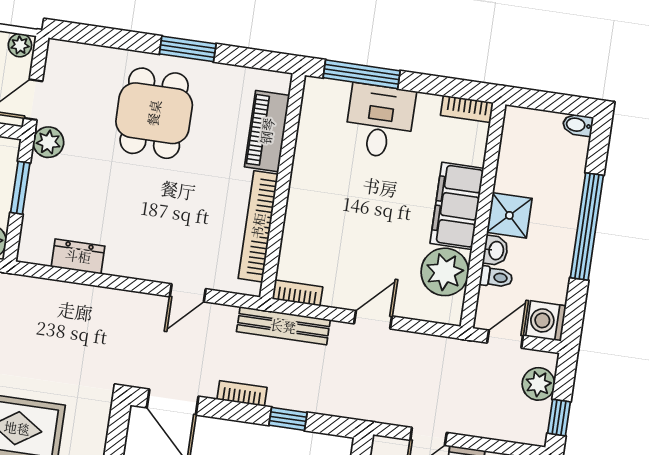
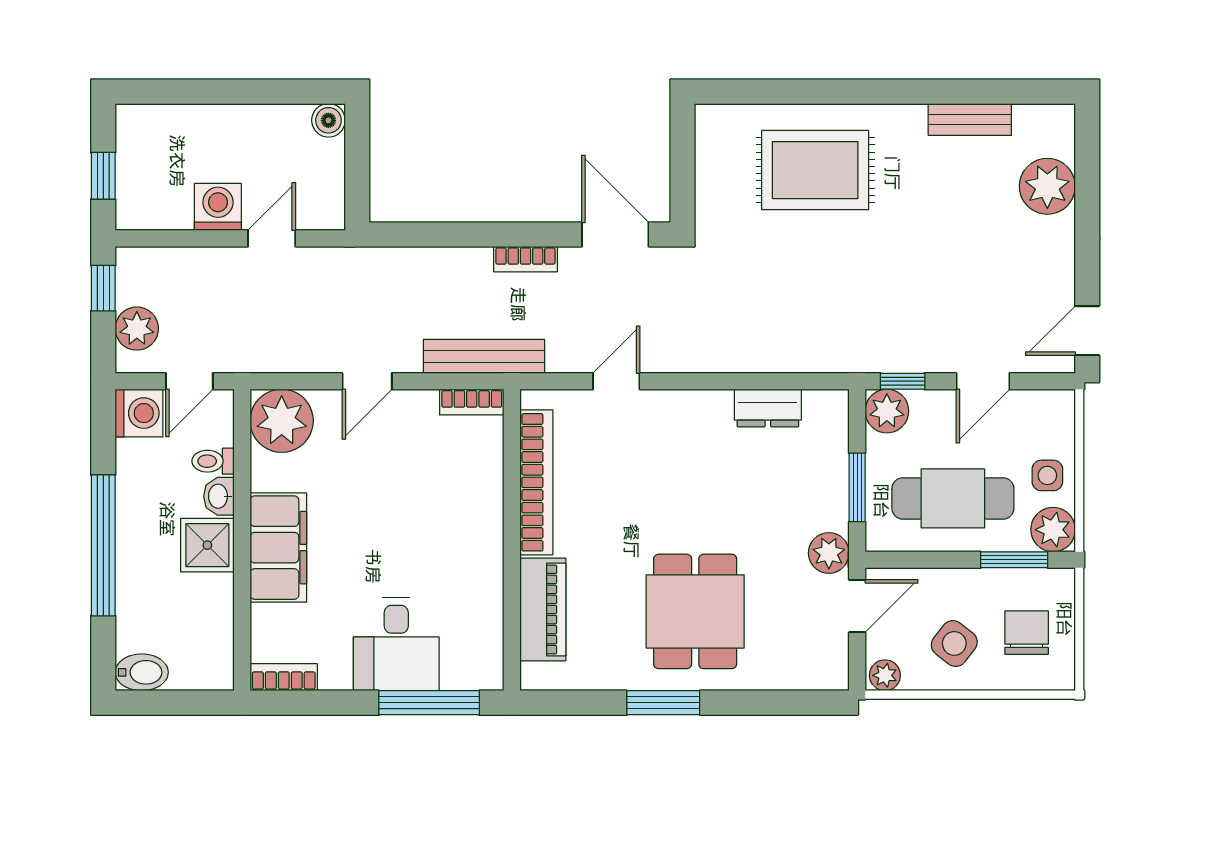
bidet: (578, 125) -> (142, 672), width x1.38, depth x1.36
plant: (445, 272) -> (282, 421), moved
window: (288, 419) -> (460, 234), removed

